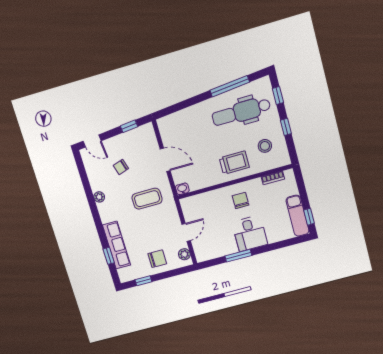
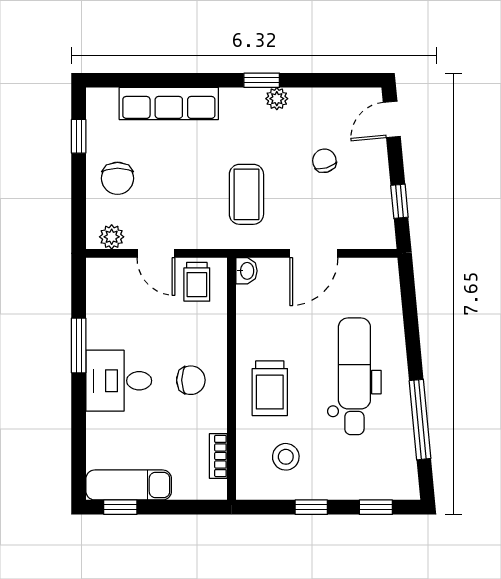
dental chair: (241, 112) -> (354, 376), moved
trolley: (194, 210) -> (197, 282), added
window: (109, 256) -> (262, 80), moved

